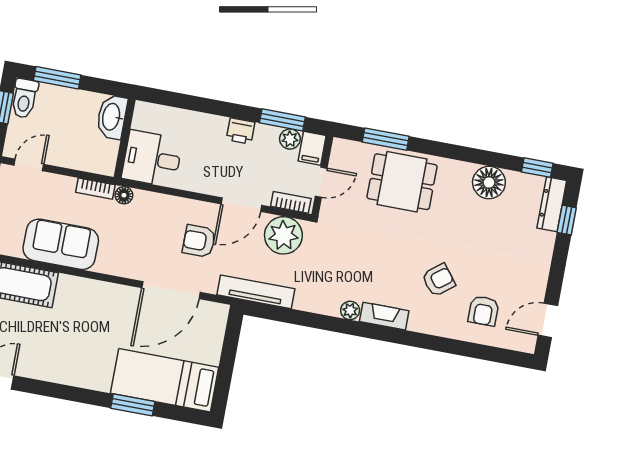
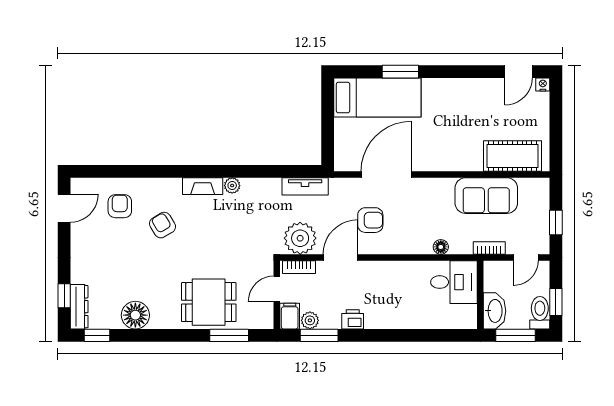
washbasin: (112, 117) -> (494, 311), moved
wall: (125, 138) -> (480, 295), moved
desk: (152, 159) -> (454, 282), moved
bookcase: (95, 189) -> (489, 248), moved
armchair: (438, 280) -> (163, 225), turned 97
tv unit: (256, 292) -> (305, 186), width x0.71

